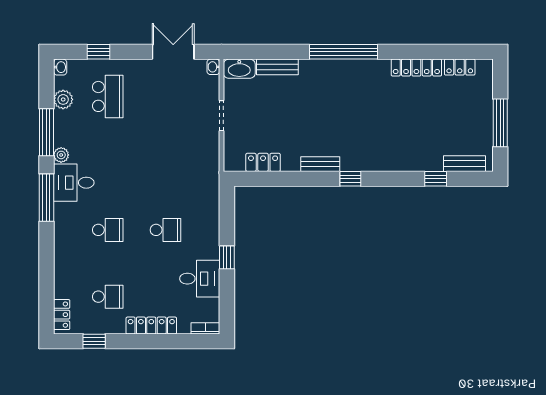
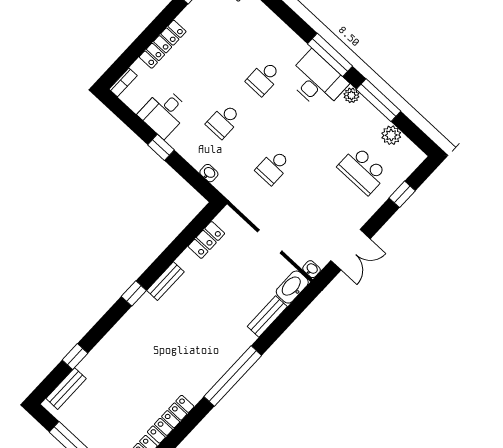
washbasin: (60, 67) -> (209, 173), moved, turned 180
desk: (74, 183) -> (317, 81), width x1.37
school desk: (108, 297) -> (273, 167), moved

